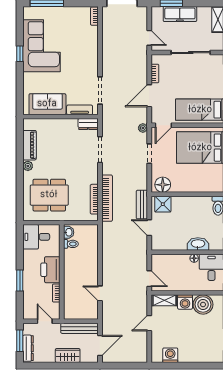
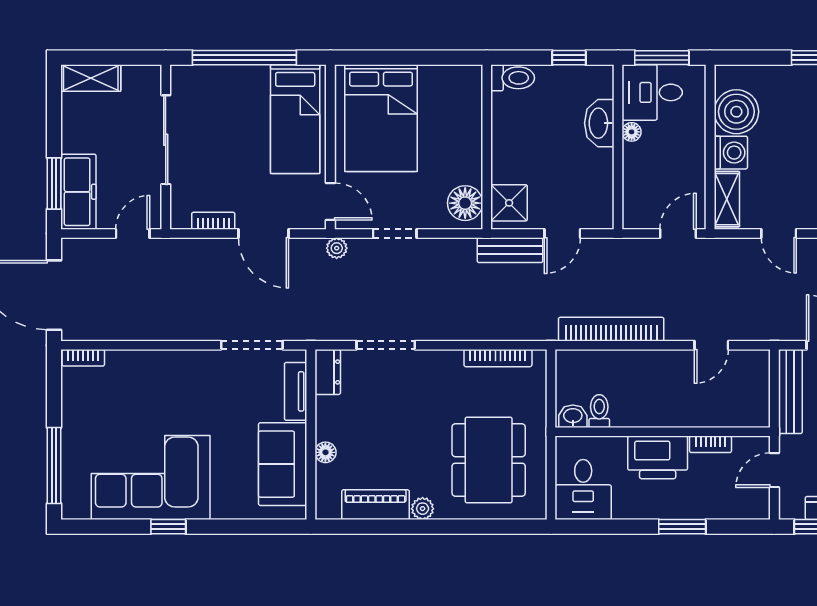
freezer: (180, 14) -> (78, 192), moved
floor lamp: (53, 123) -> (325, 452), added
bookcase: (107, 198) -> (611, 329), moved

